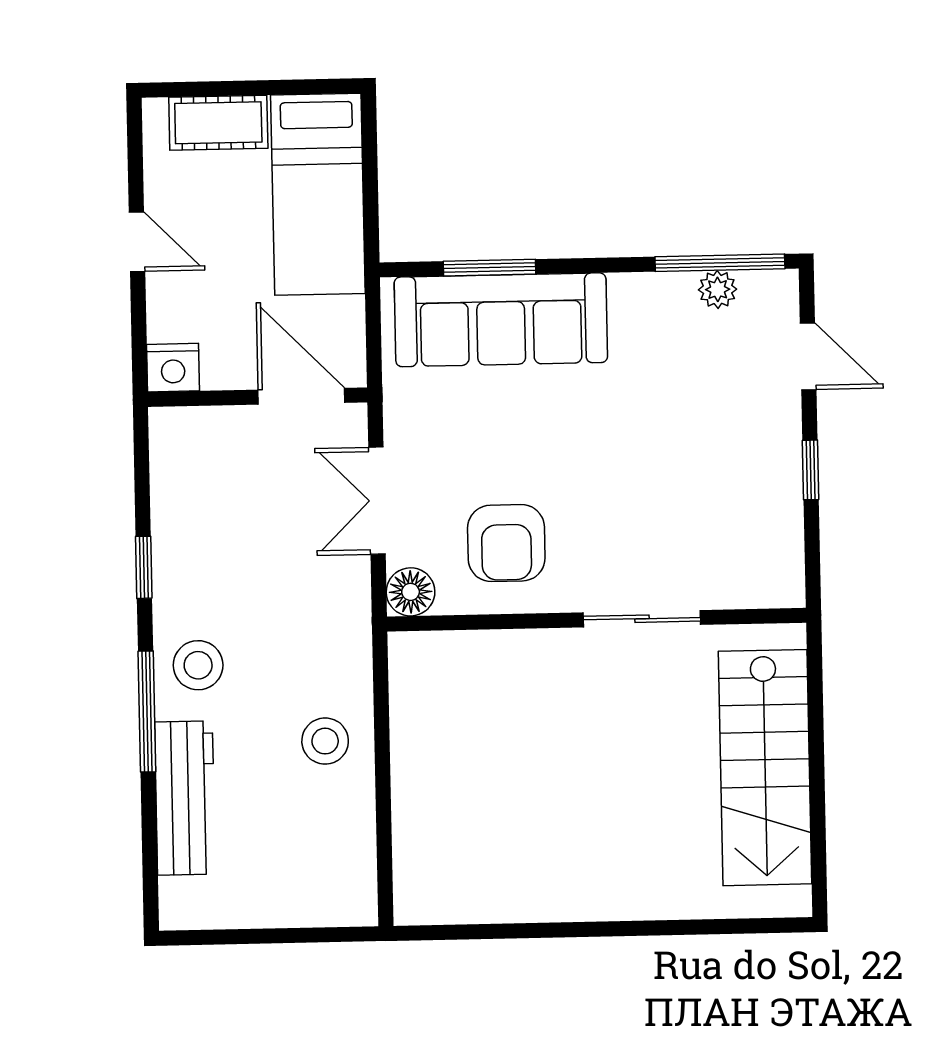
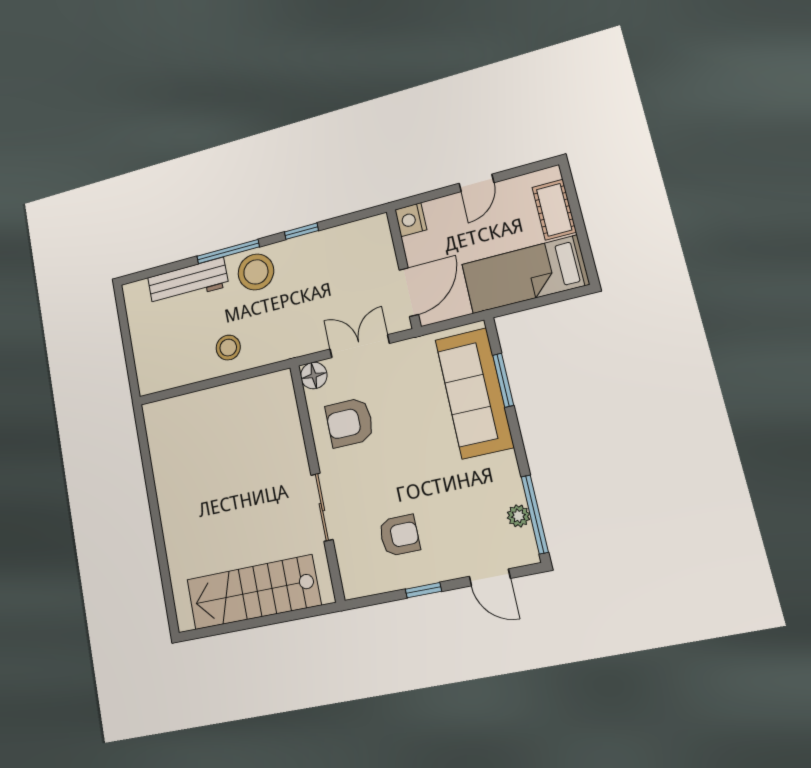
door: (808, 356) -> (490, 577), hinge flipped
armchair: (714, 493) -> (399, 535), added
stool: (198, 665) -> (256, 272), width x1.38, depth x1.38

